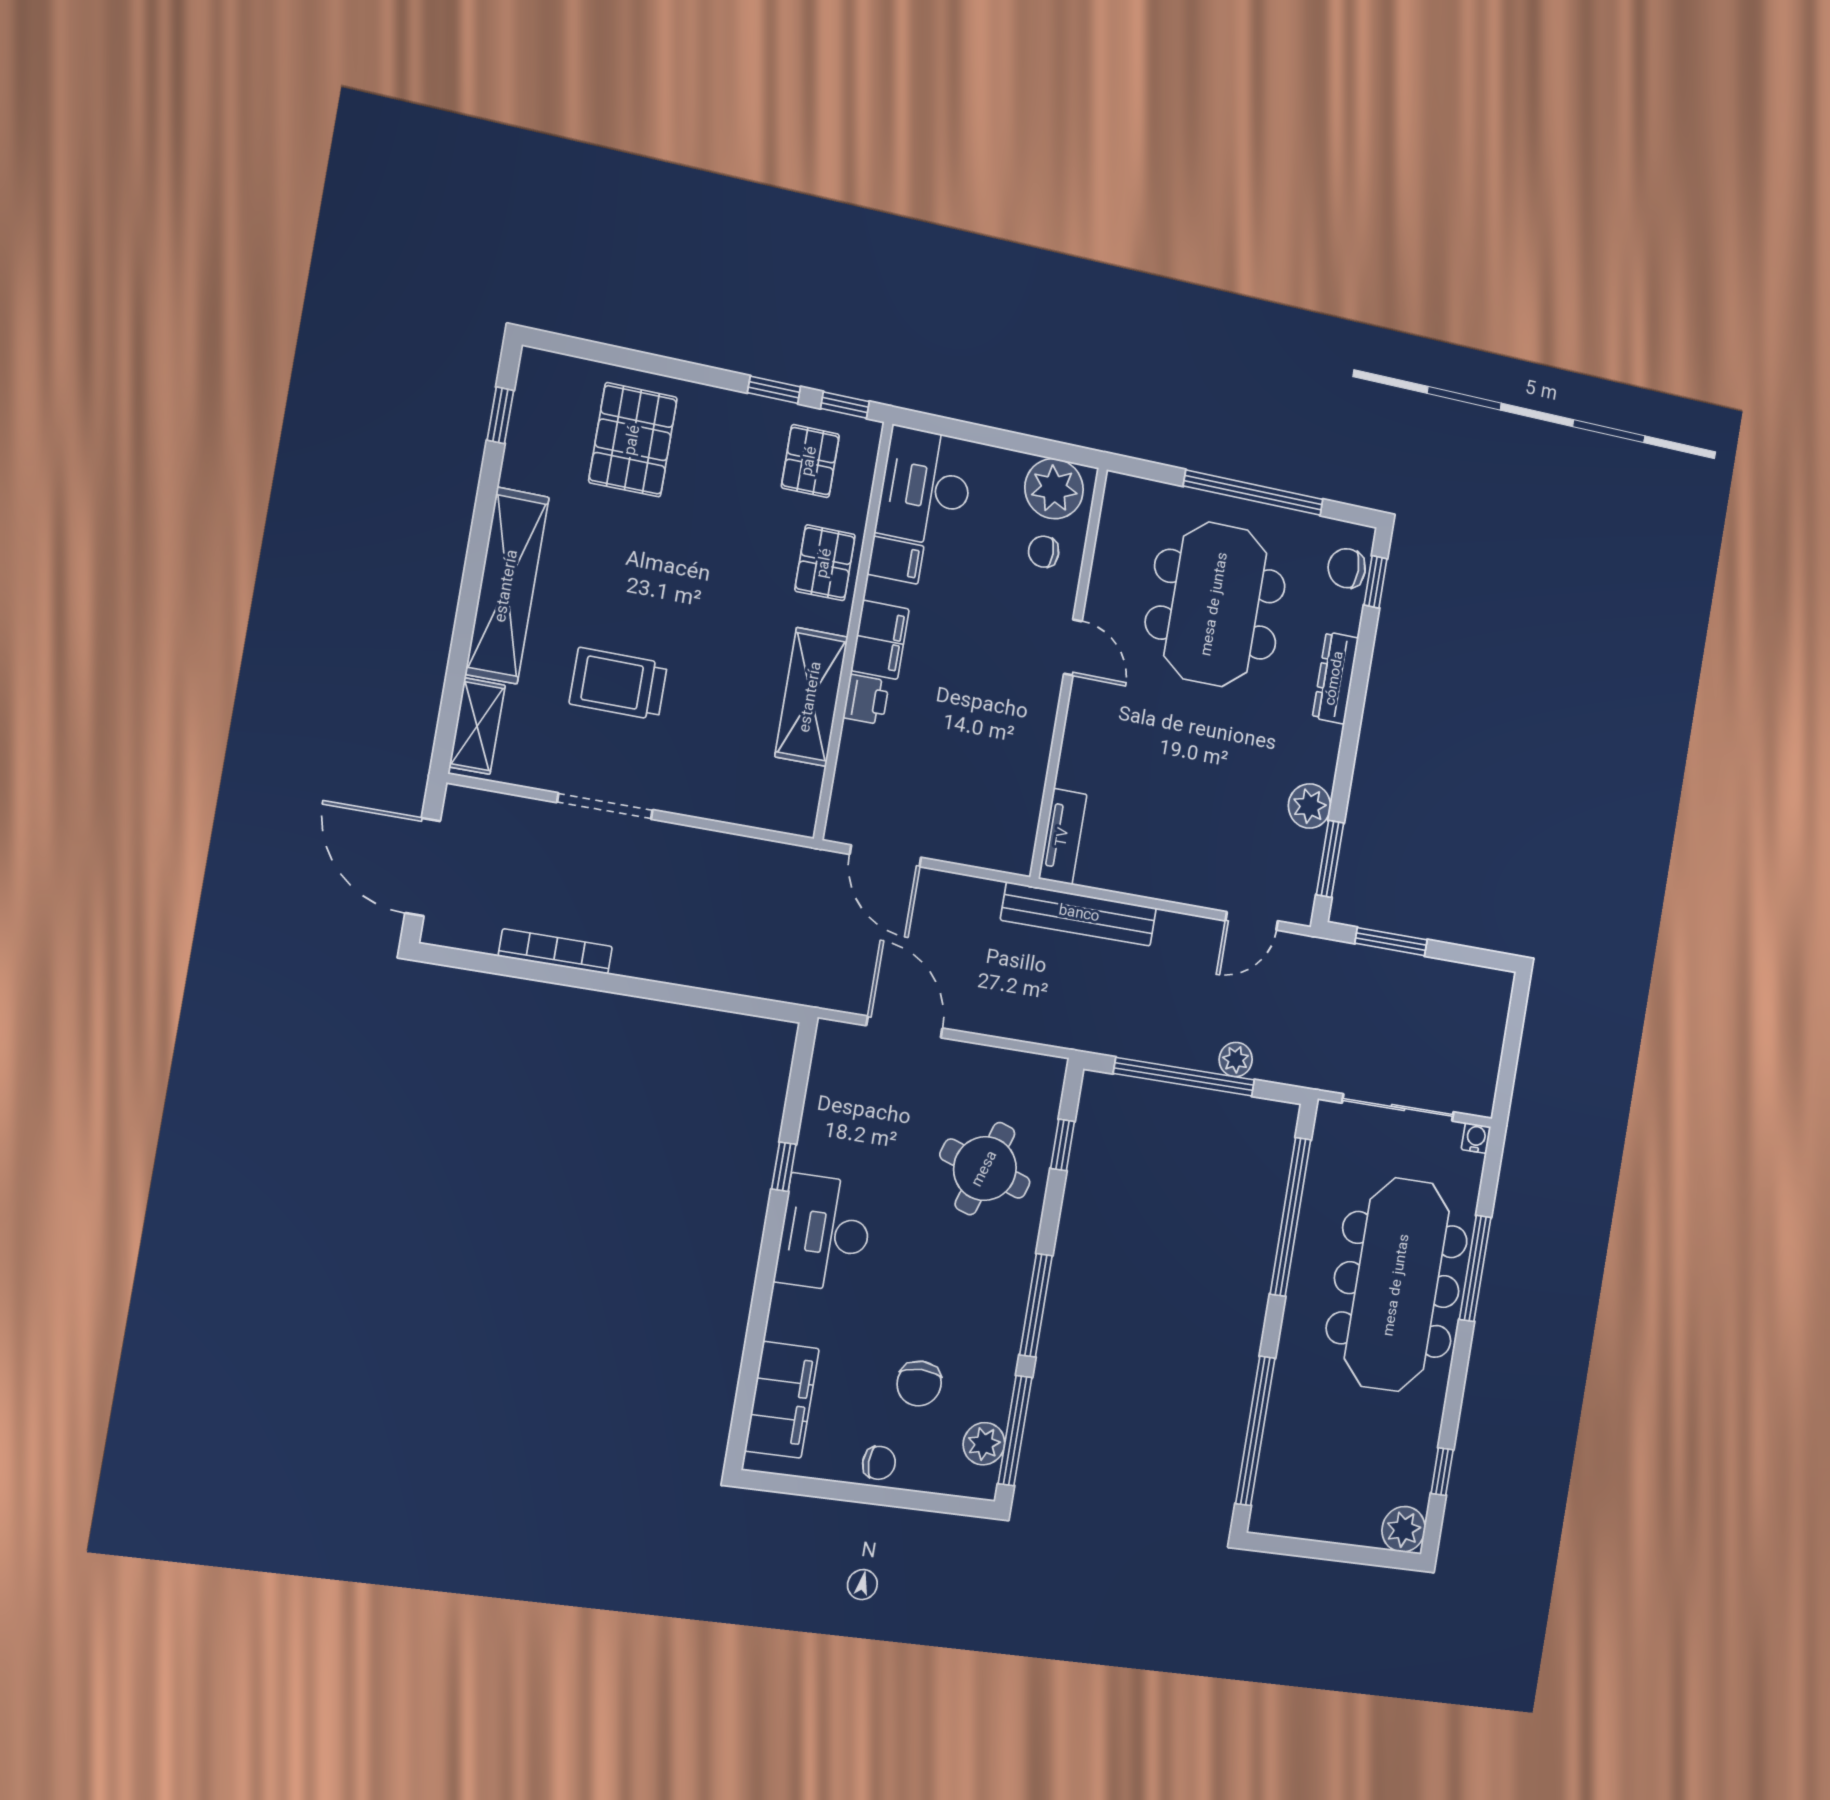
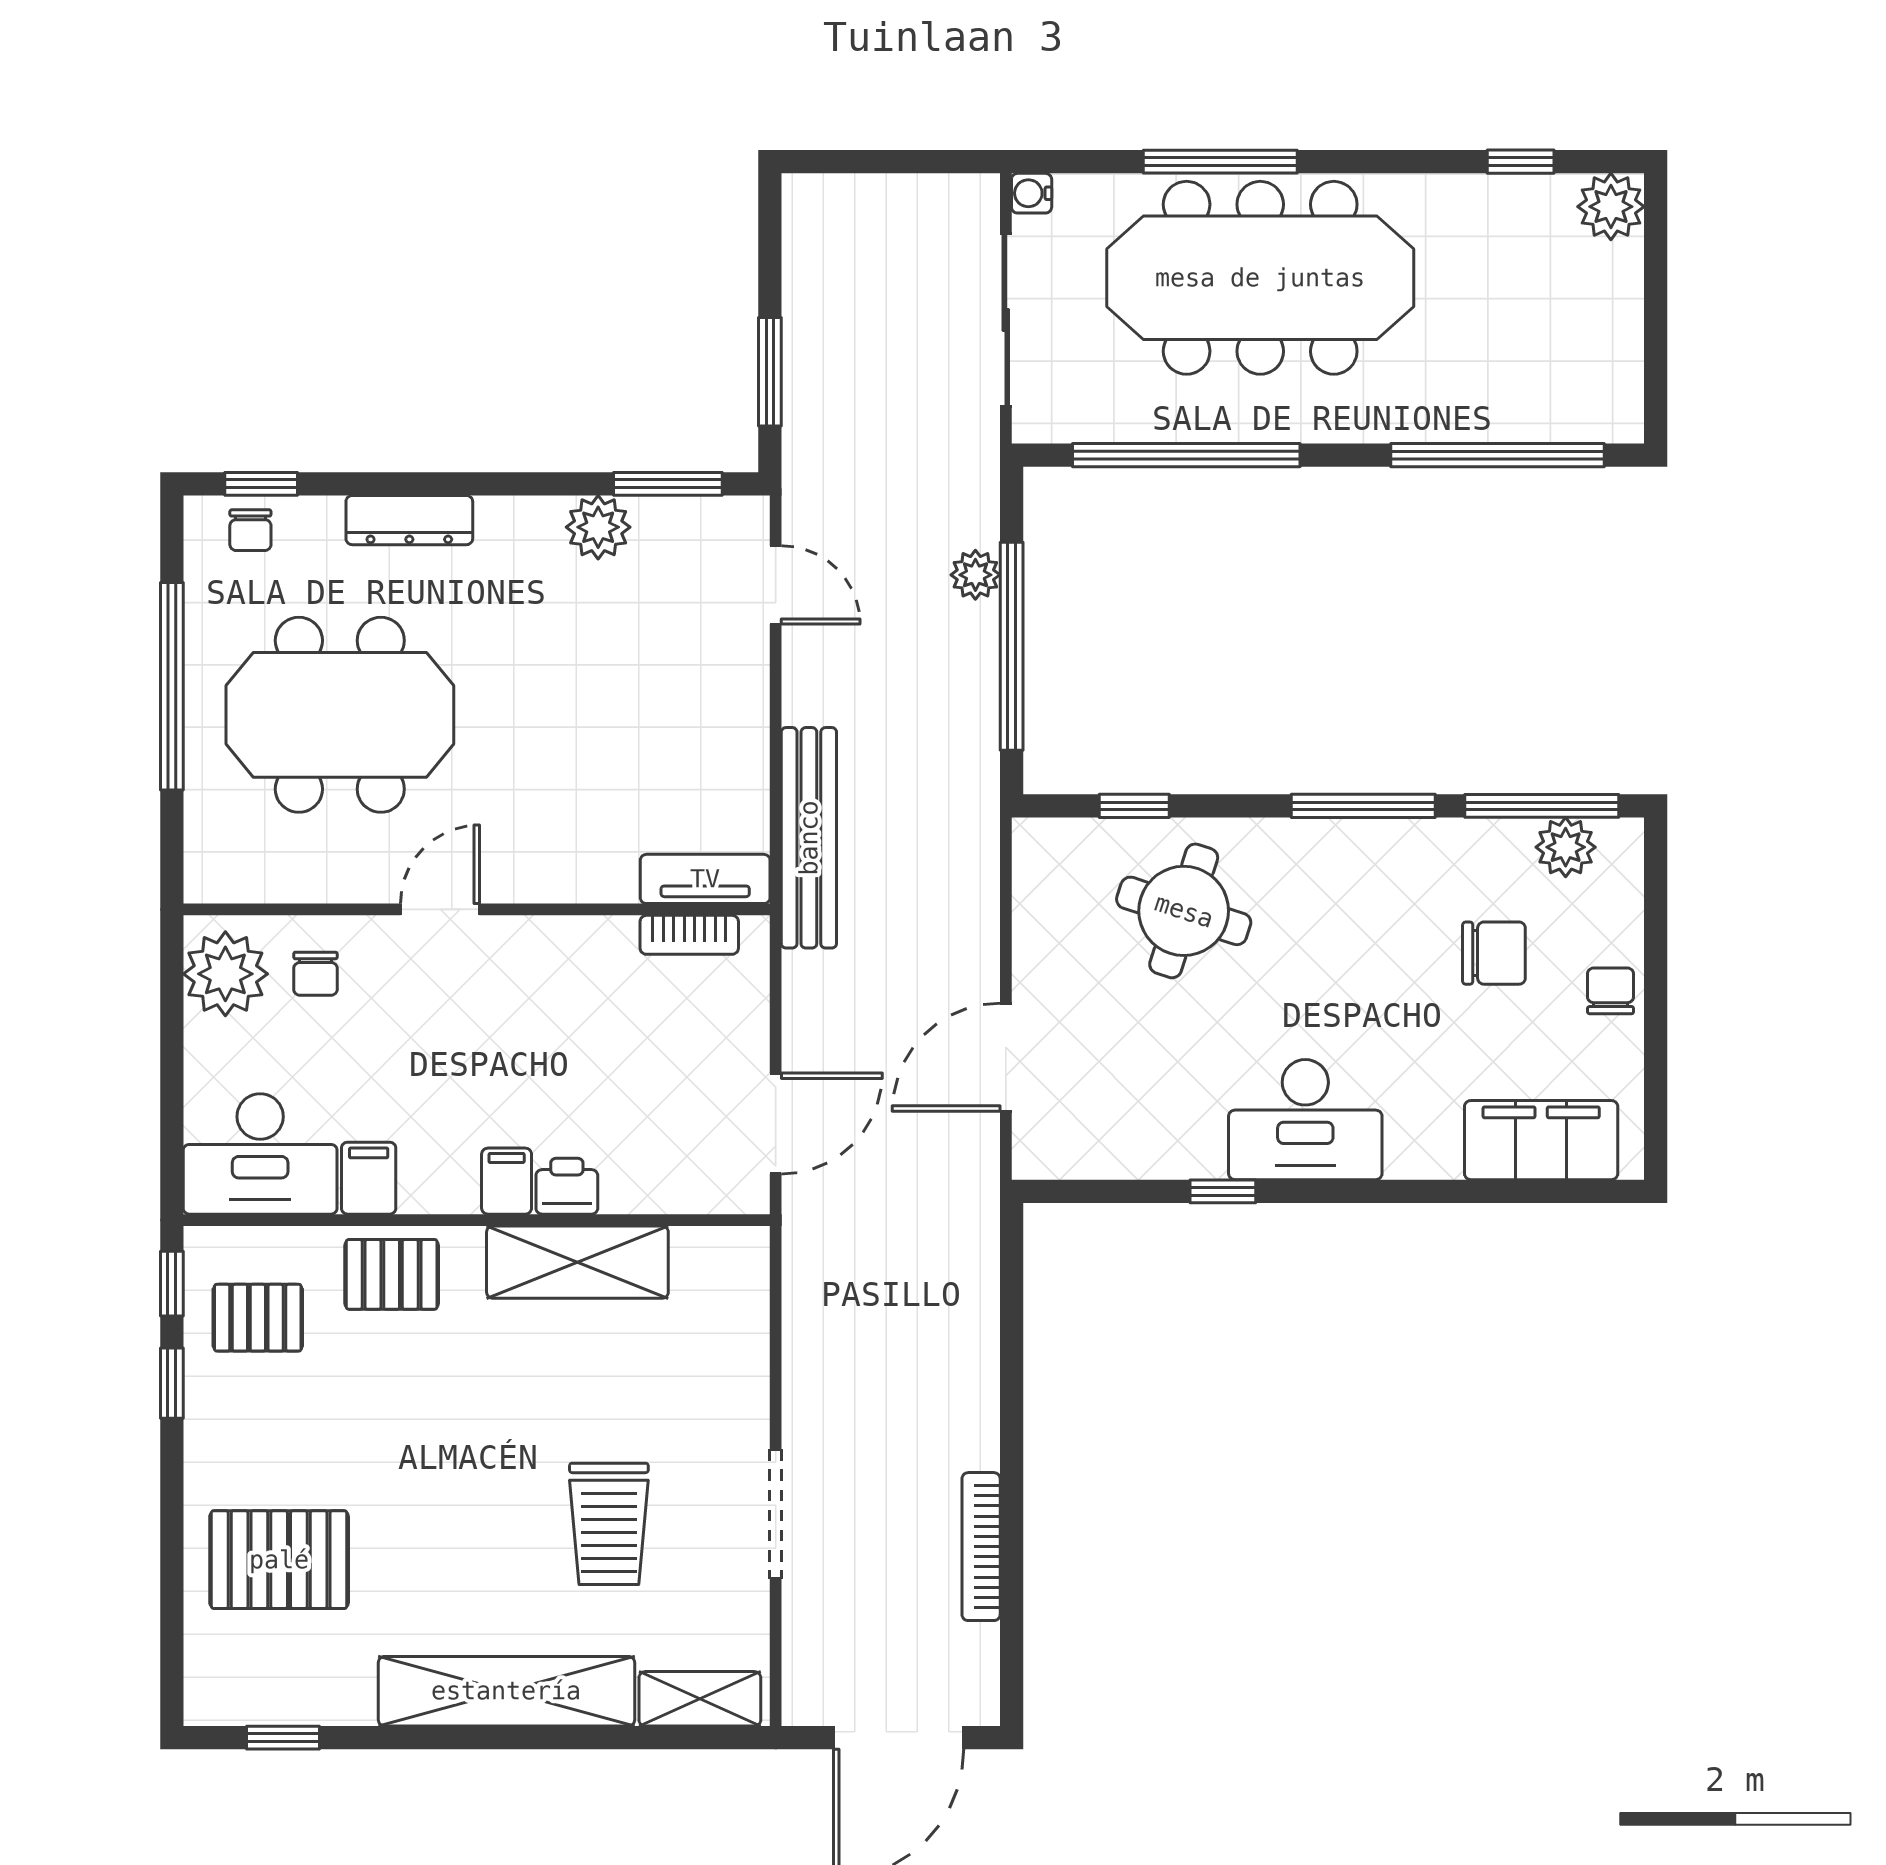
chair: (1347, 568) -> (250, 530), width x0.73, depth x0.73
filing cabinet: (880, 640) -> (507, 1181), width x0.50
bookcase: (1026, 819) -> (689, 935), added

